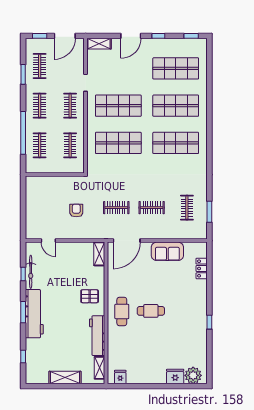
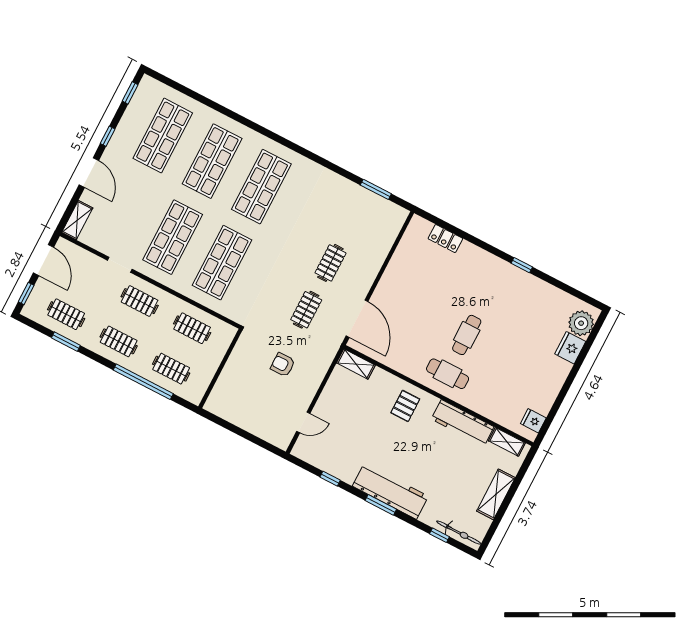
clothes rail: (187, 208) -> (355, 216), removed
sofa: (167, 251) -> (399, 272), removed
bicycle: (31, 272) -> (459, 533), moved

